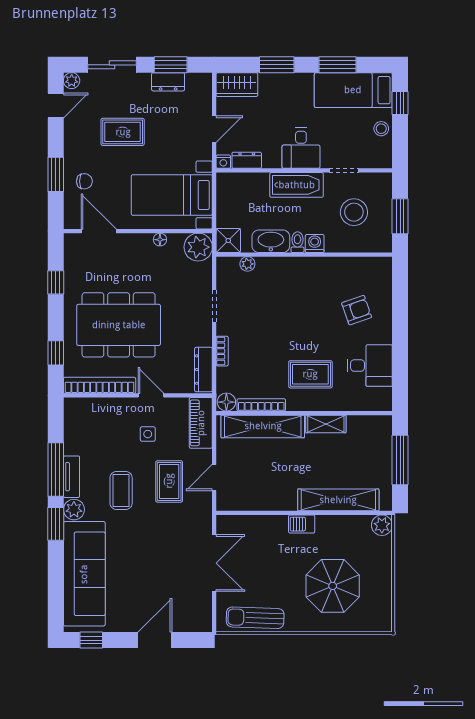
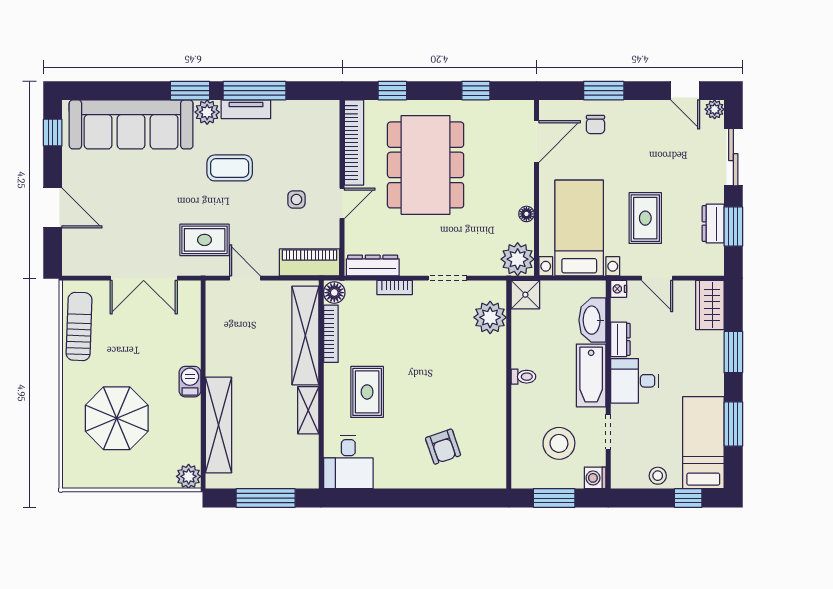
rug: (123, 132) -> (645, 218), moved
dresser: (247, 160) -> (620, 339), moved
washbasin: (271, 241) -> (592, 320), moved, turned 180
washing machine: (315, 243) -> (595, 478), moved, turned 180
plant: (247, 264) -> (490, 317), width x1.88, depth x1.88
desk: (370, 366) -> (348, 462), moved
rug: (169, 481) -> (205, 240), moved

